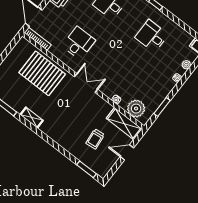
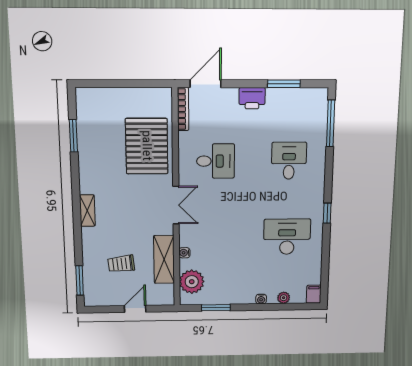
desk: (152, 36) -> (287, 237), width x1.37
shelving: (32, 118) -> (87, 211), moved
shelving: (124, 124) -> (164, 259), moved
door: (127, 152) -> (135, 309), hinge flipped

